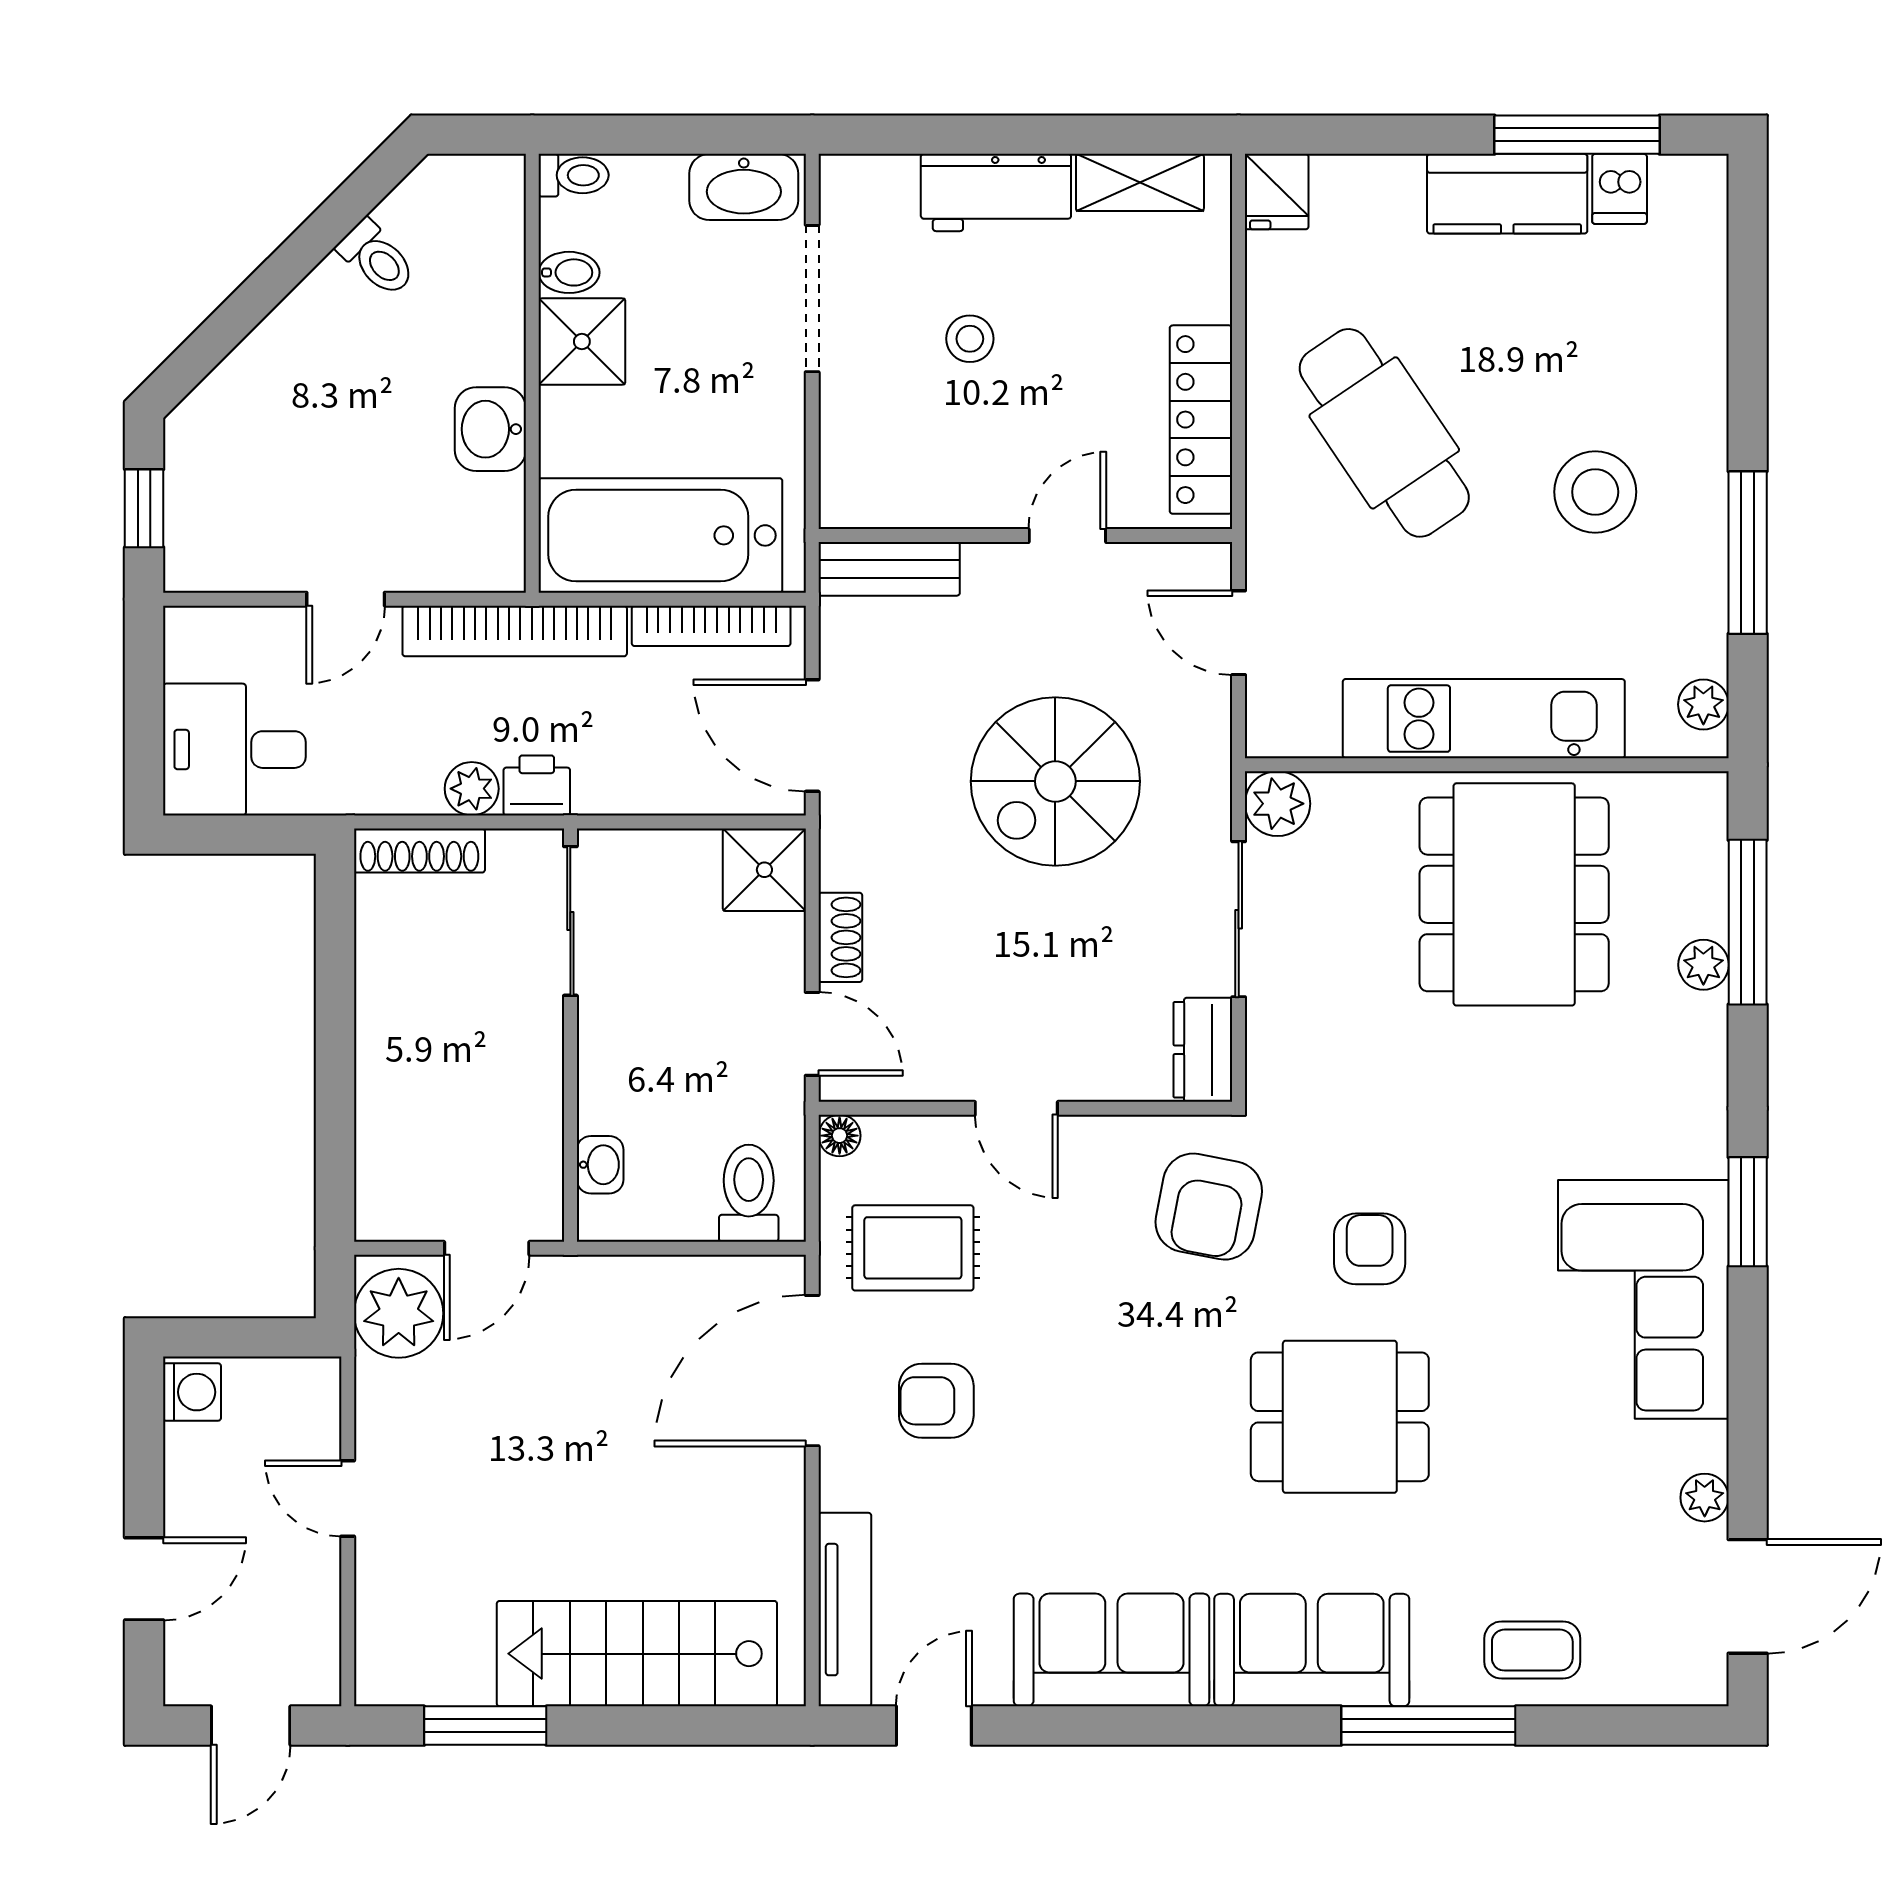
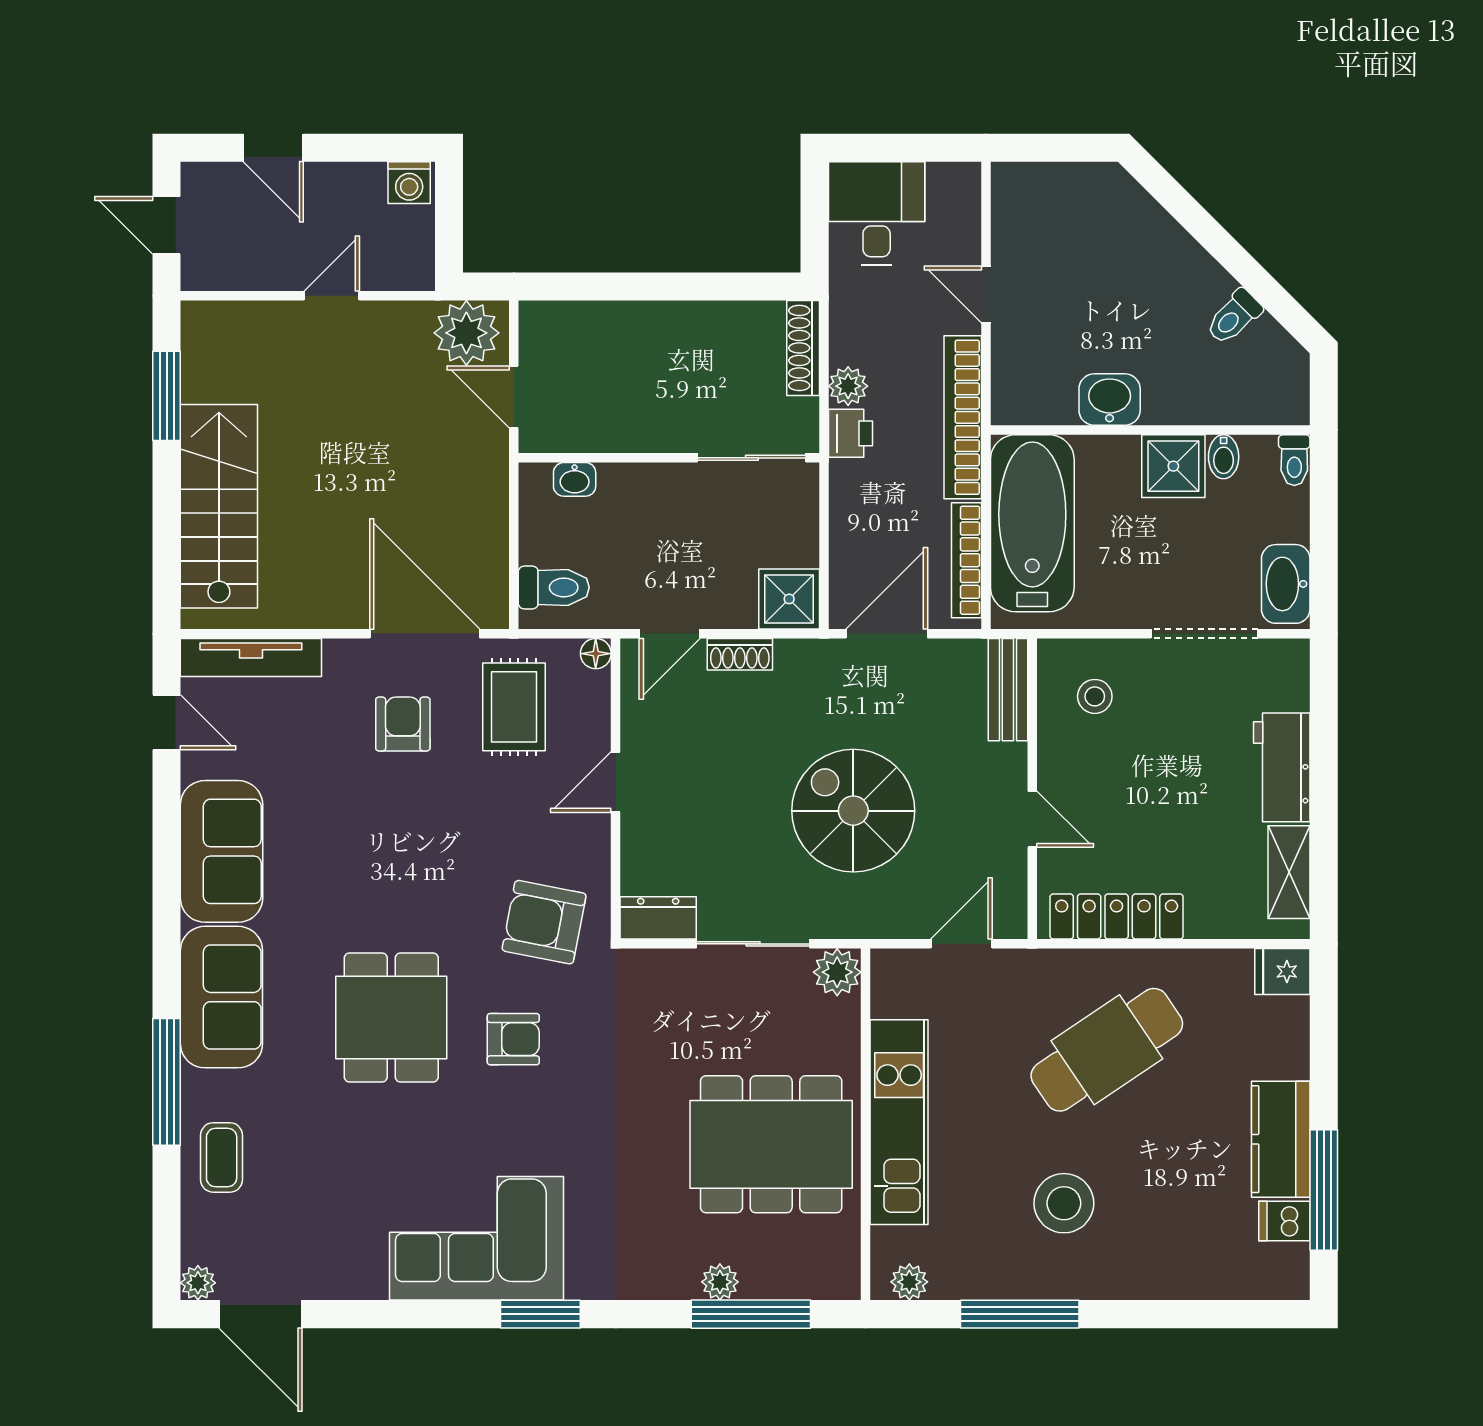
stool: (970, 339) -> (1095, 696), moved
window: (144, 508) -> (1052, 148), removed
plant: (1705, 1498) -> (198, 1283), moved

